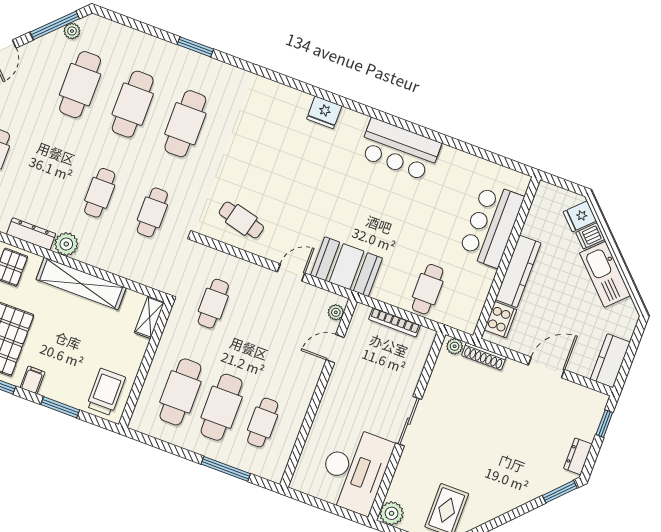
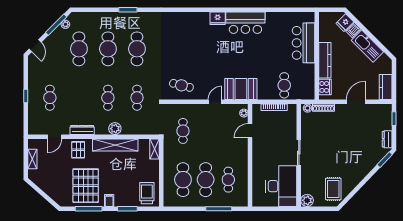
fridge: (324, 112) -> (218, 18), moved
plant: (66, 244) -> (115, 129), moved

